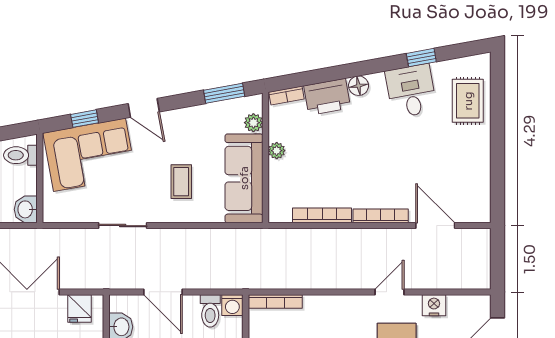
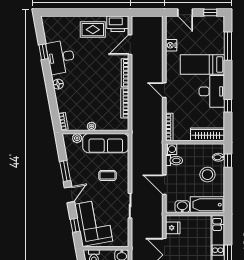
desk: (411, 91) -> (61, 57), width x1.37
window: (224, 93) -> (65, 171), moved
printer: (327, 97) -> (118, 24), moved, turned 100
rug: (468, 101) -> (93, 30), moved
door: (163, 292) -> (164, 185), swing flipped
door: (389, 292) -> (164, 90), moved

